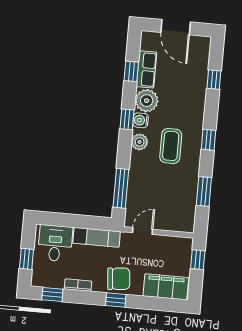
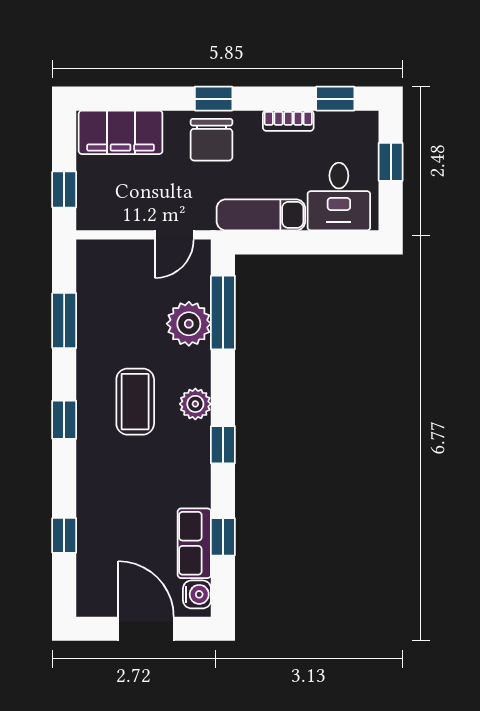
plant: (147, 101) -> (189, 324), moved
water cooler: (141, 120) -> (197, 594), moved
chair: (119, 279) -> (212, 140), turned -85

